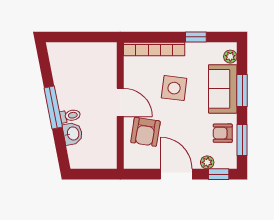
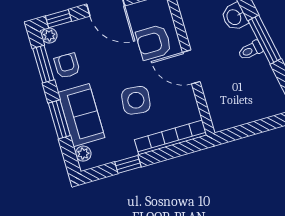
toilet: (70, 116) -> (250, 50), moved
armchair: (145, 132) -> (154, 42), turned -99
armchair: (223, 133) -> (67, 66), turned -90
plant: (207, 162) -> (49, 36), moved

